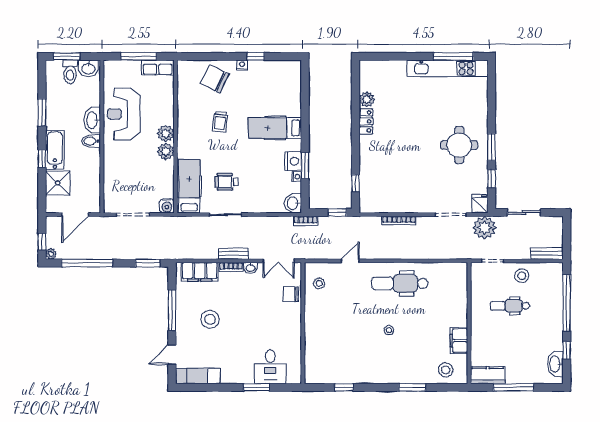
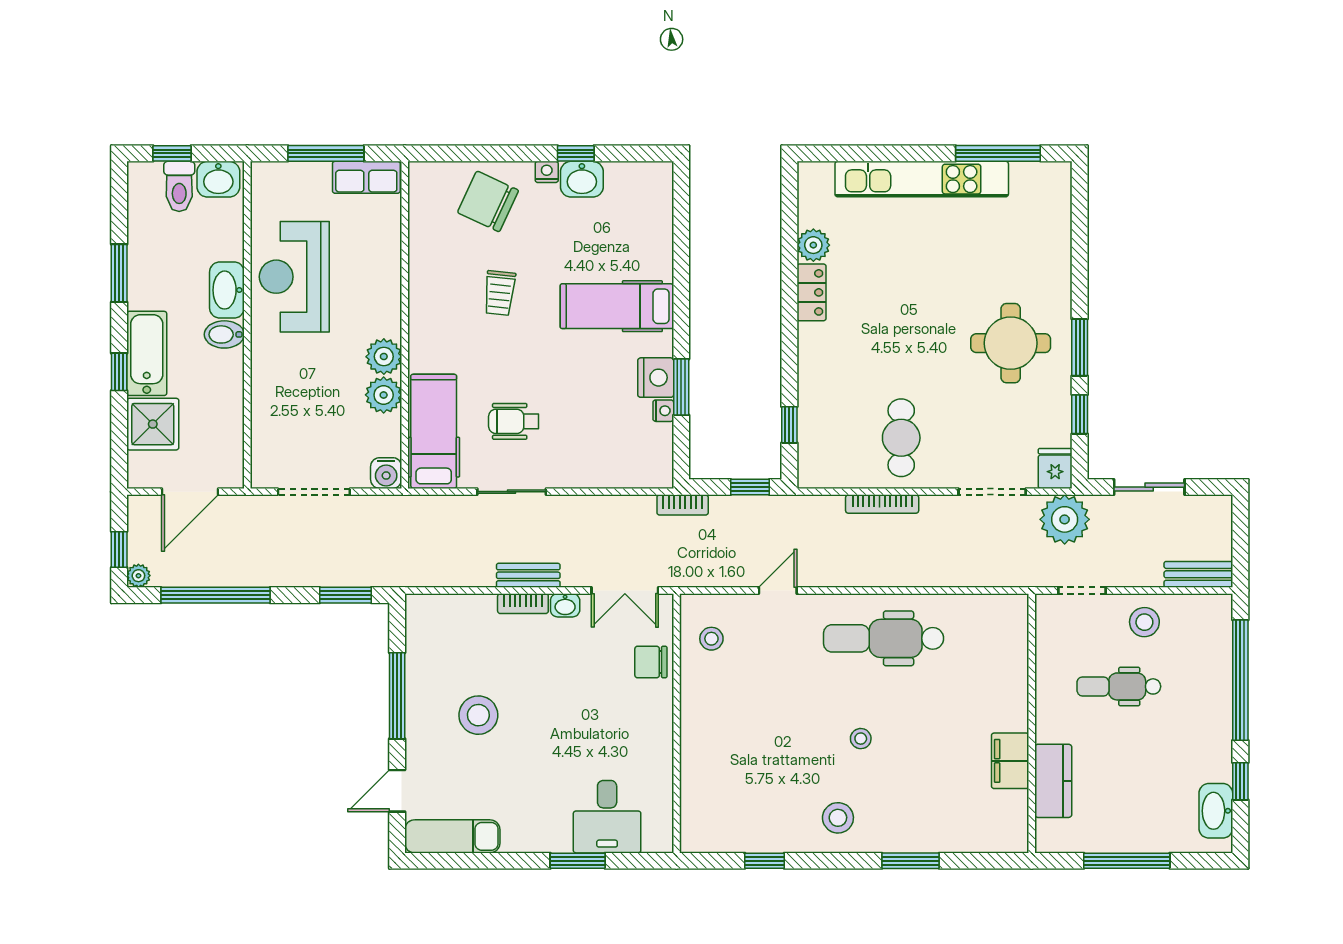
window: (67, 56) -> (172, 153), width x0.67
kitchen unit: (447, 68) -> (922, 179), moved
plant: (166, 133) -> (384, 395), moved
cafe table: (408, 189) -> (901, 438), added
washbasin: (293, 203) -> (582, 179), moved, turned -90
filing cabinet: (200, 272) -> (456, 614), removed
stool: (446, 370) -> (838, 818), moved
kitchen counter: (488, 375) -> (1053, 781), moved, turned 90

